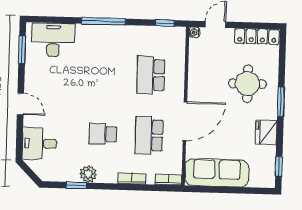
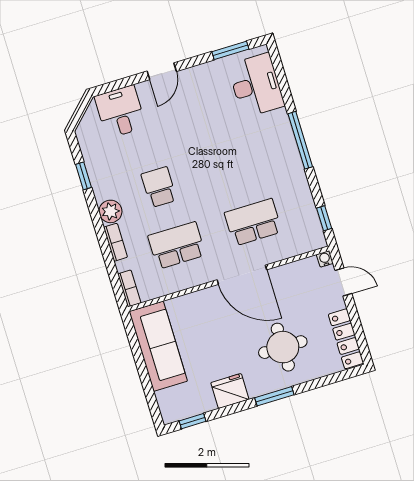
door: (185, 121) -> (242, 275), moved
plant: (88, 174) -> (110, 211), moved

